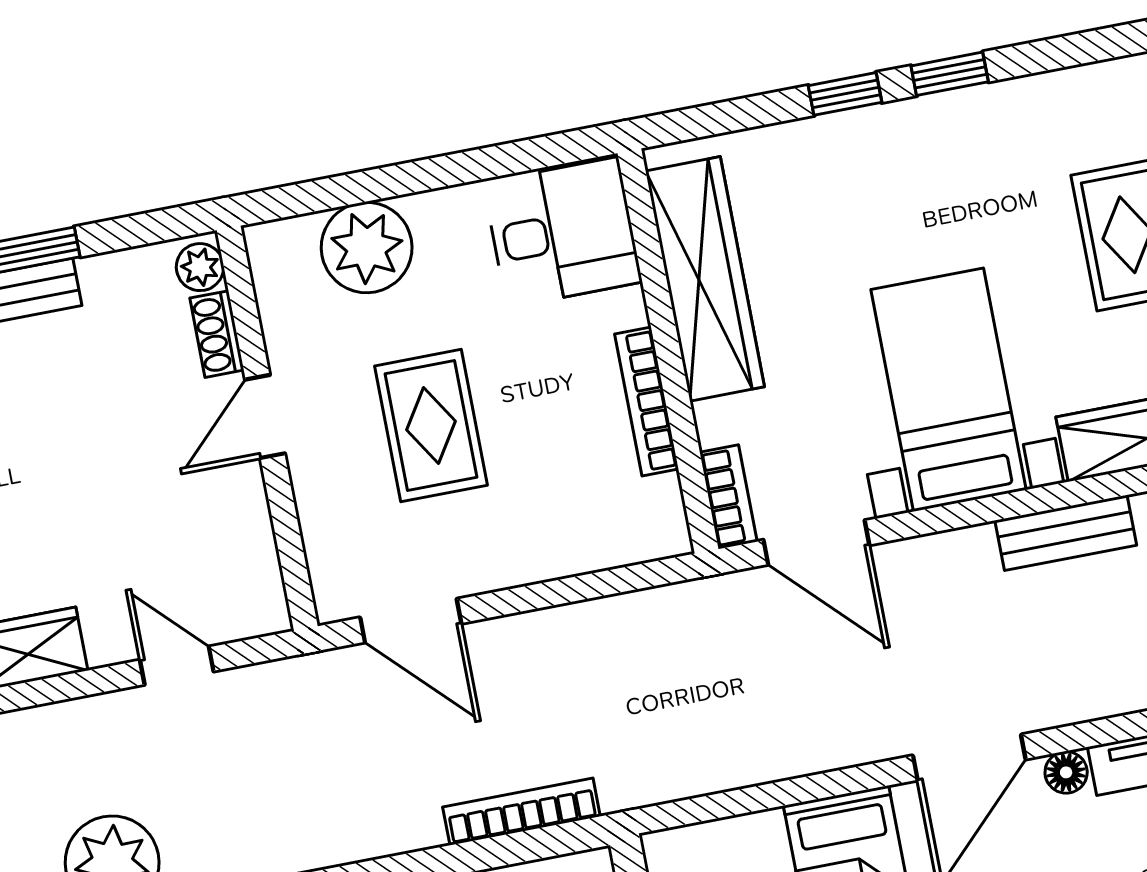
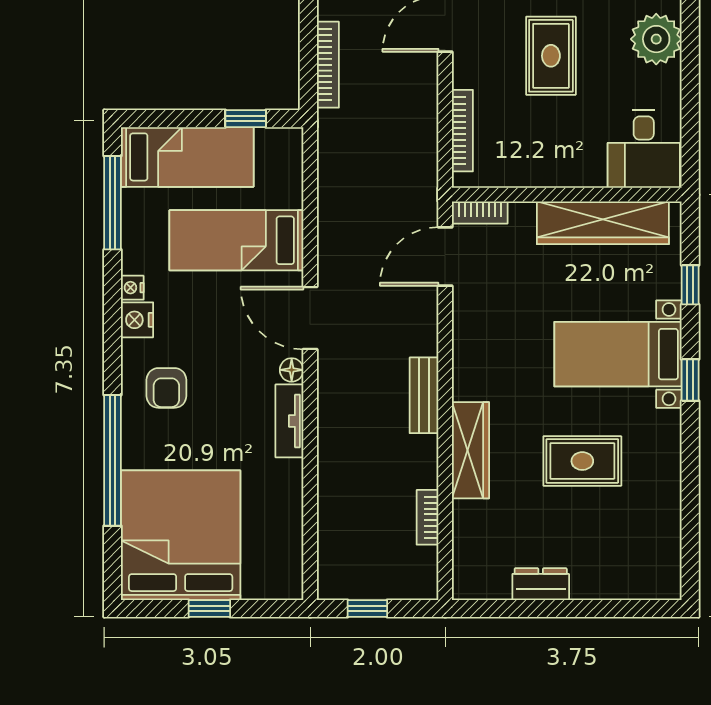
window: (845, 94) -> (690, 285), moved
bed with nightstands: (949, 390) -> (618, 354), moved, turned 180
bookcase: (647, 401) -> (462, 131), moved, turned 90
rug: (431, 426) -> (551, 56), turned 90

